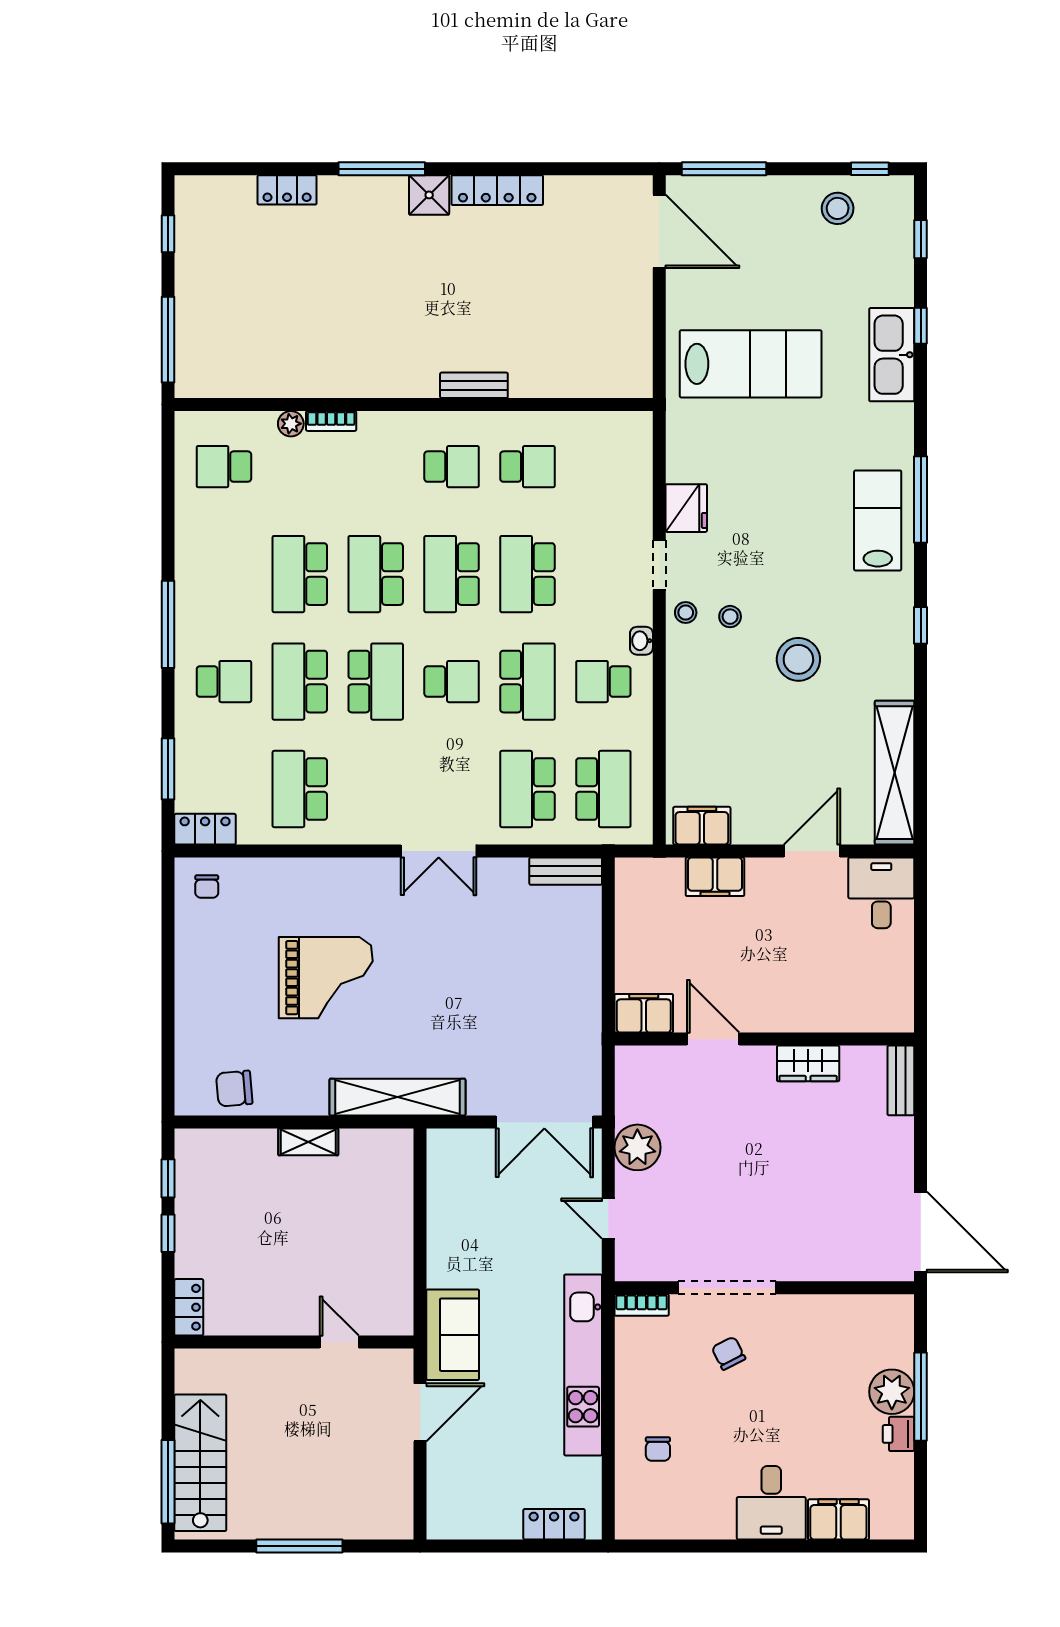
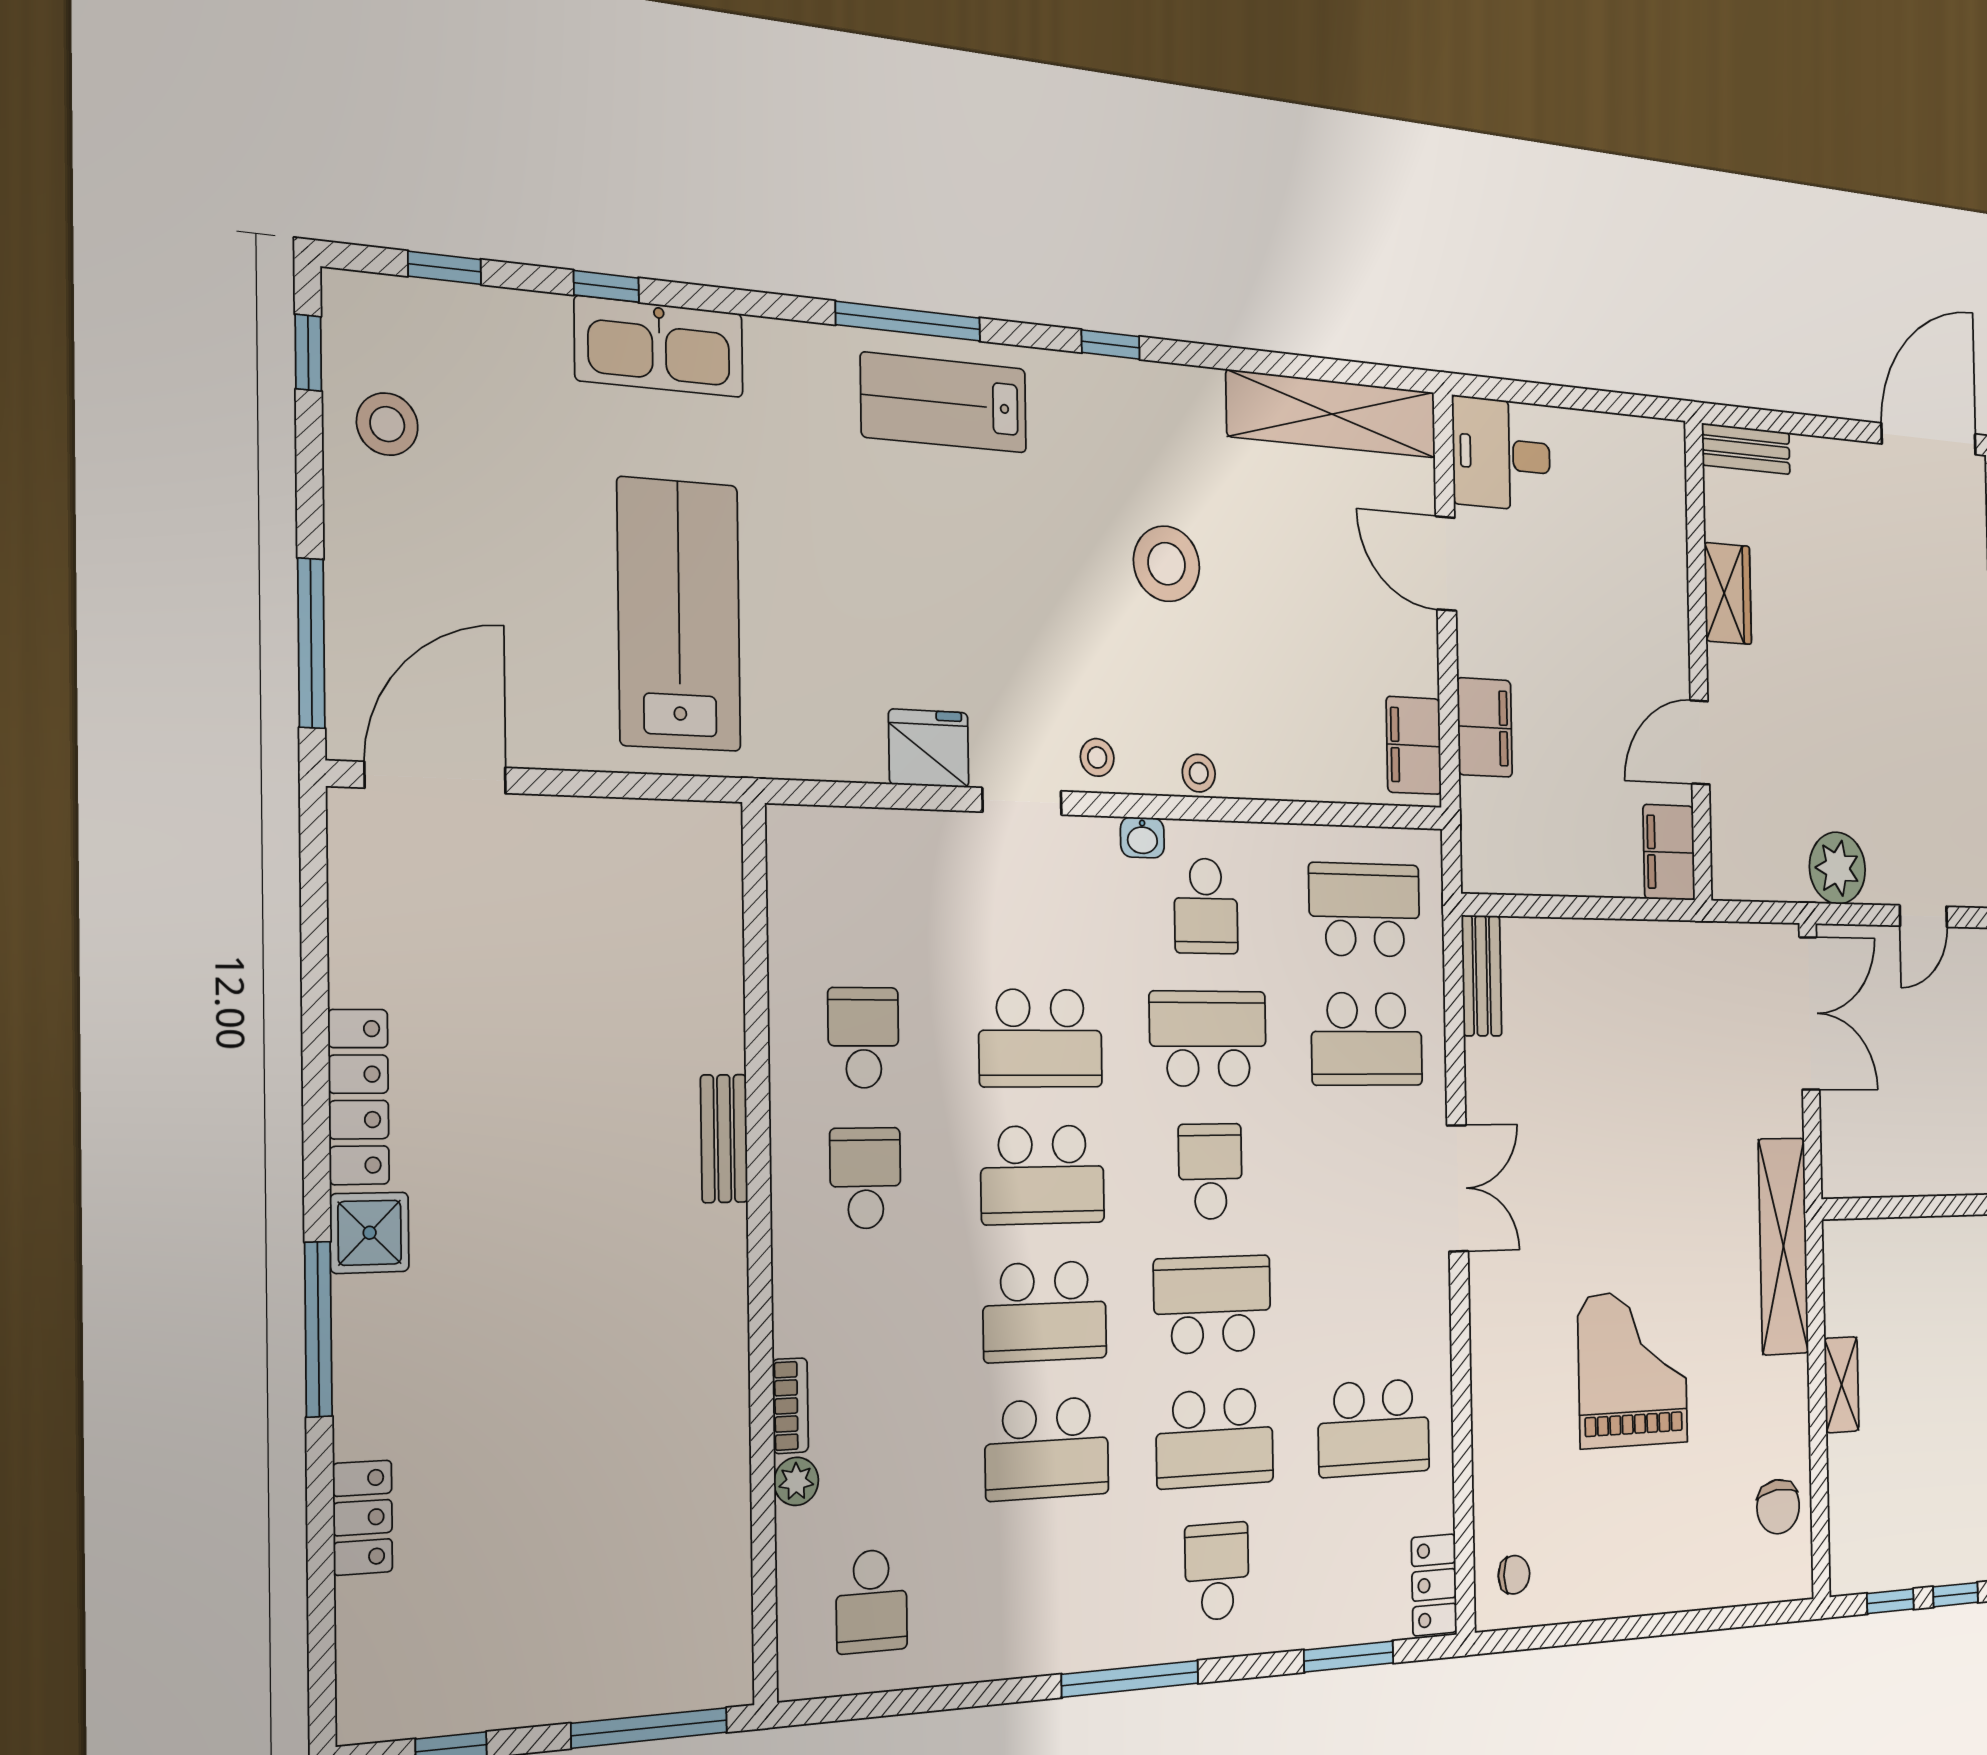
stool: (730, 617) -> (1199, 773), moved

